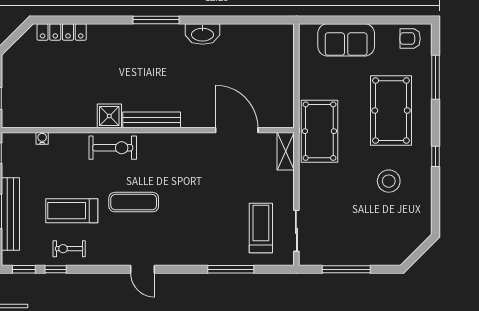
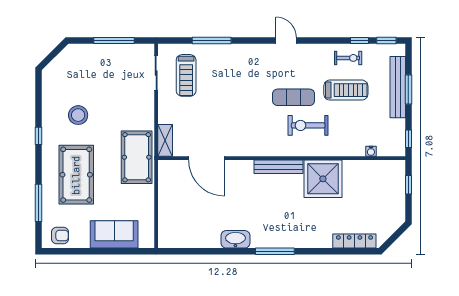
shower: (109, 116) -> (323, 179), width x1.86, depth x1.86
exercise bike: (113, 148) -> (308, 125), moved

